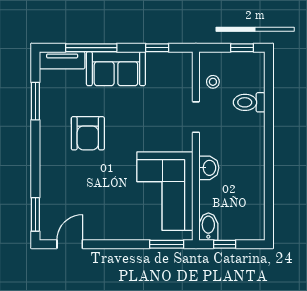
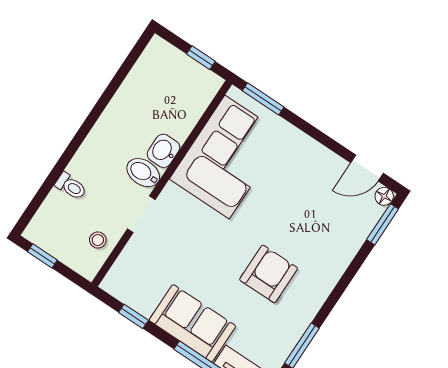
toilet: (249, 102) -> (71, 186), width x0.73, depth x0.72
bidet: (208, 227) -> (143, 173), moved, turned 90
floor lamp: (46, 233) -> (384, 196), added

